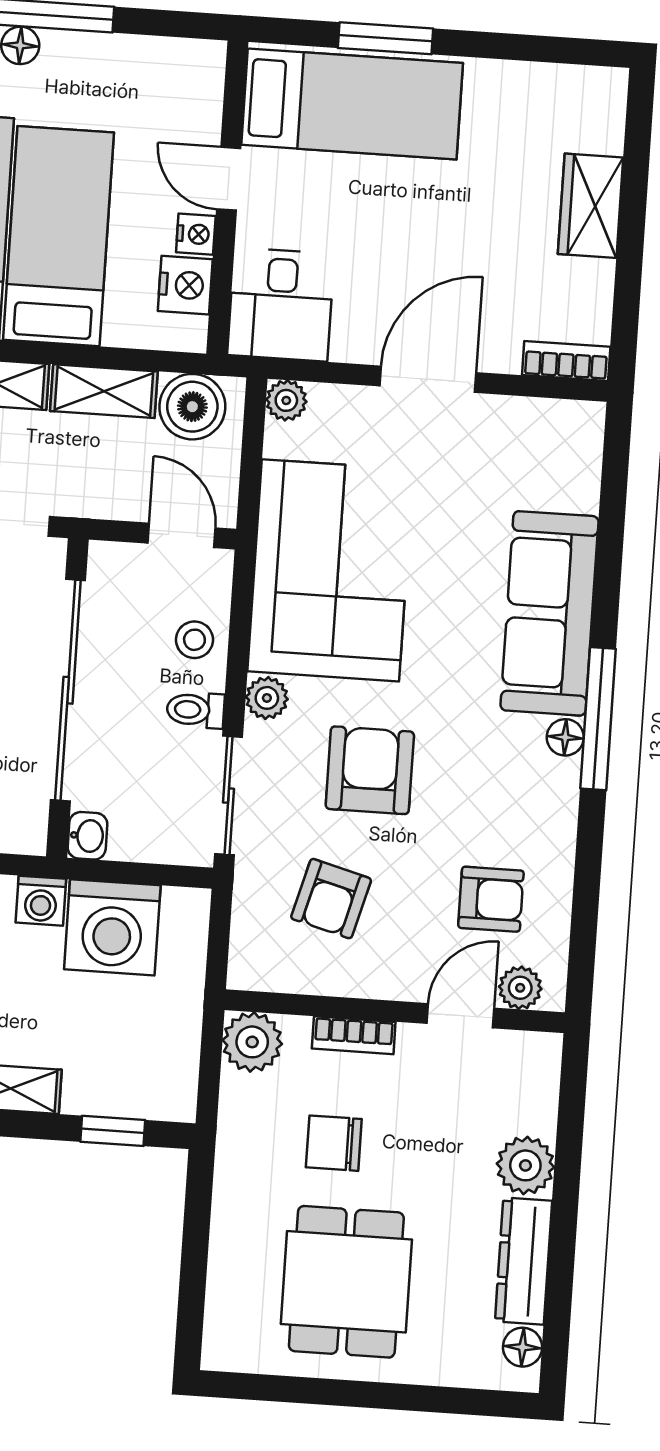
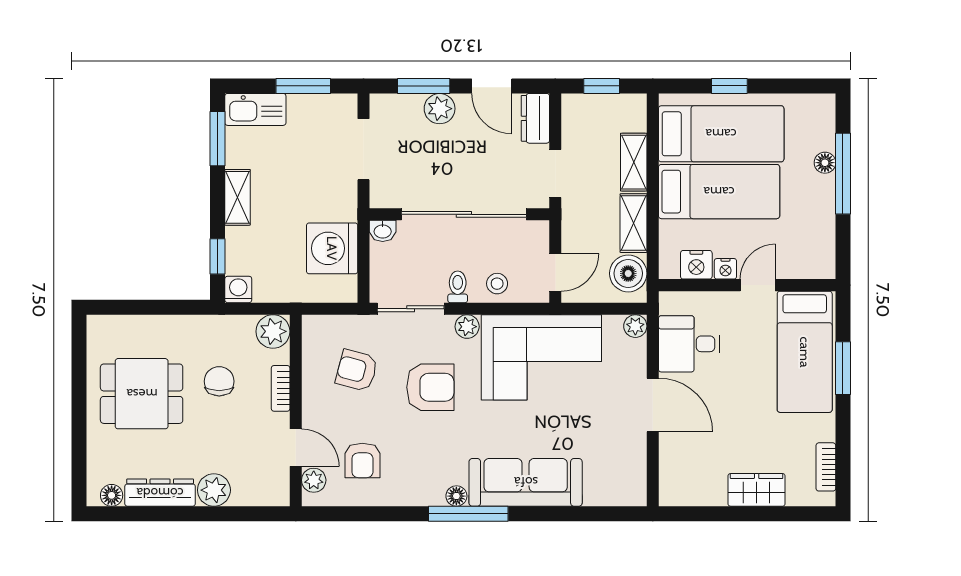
desk: (281, 305) -> (689, 344), moved
bookcase: (566, 361) -> (826, 467), moved, turned 180
washing machine: (41, 901) -> (238, 289), moved, turned 90

